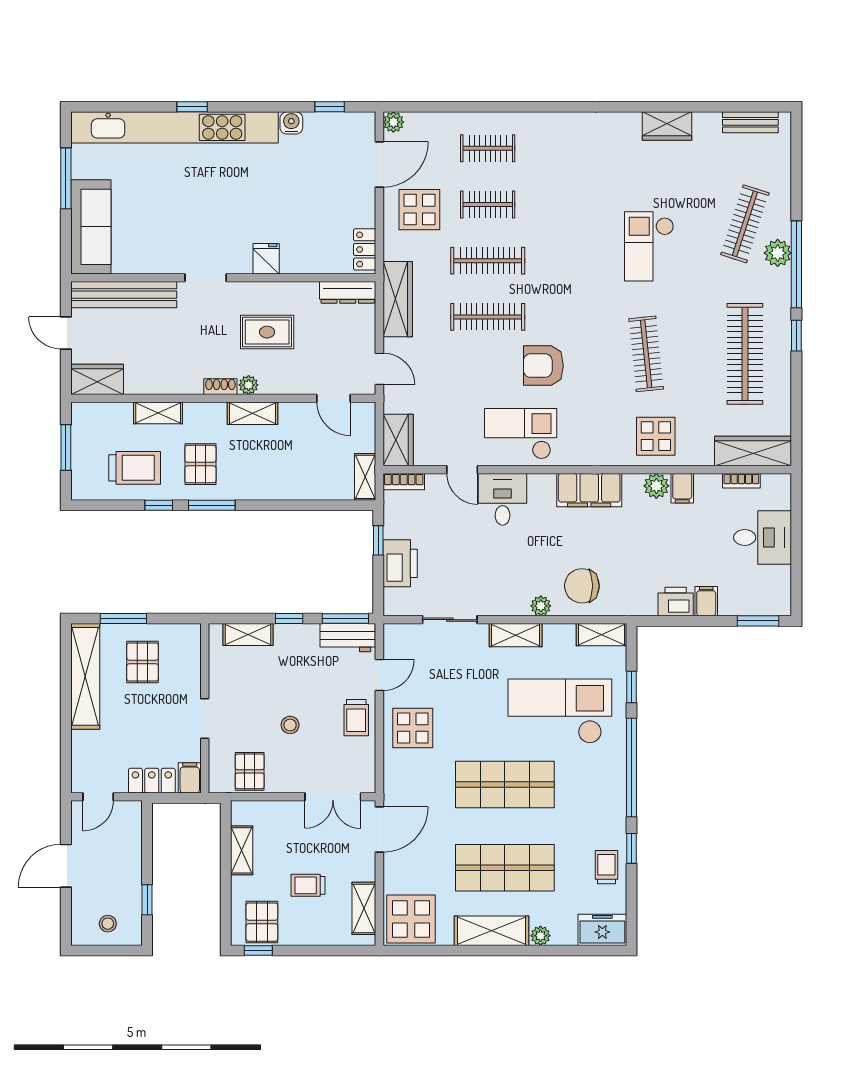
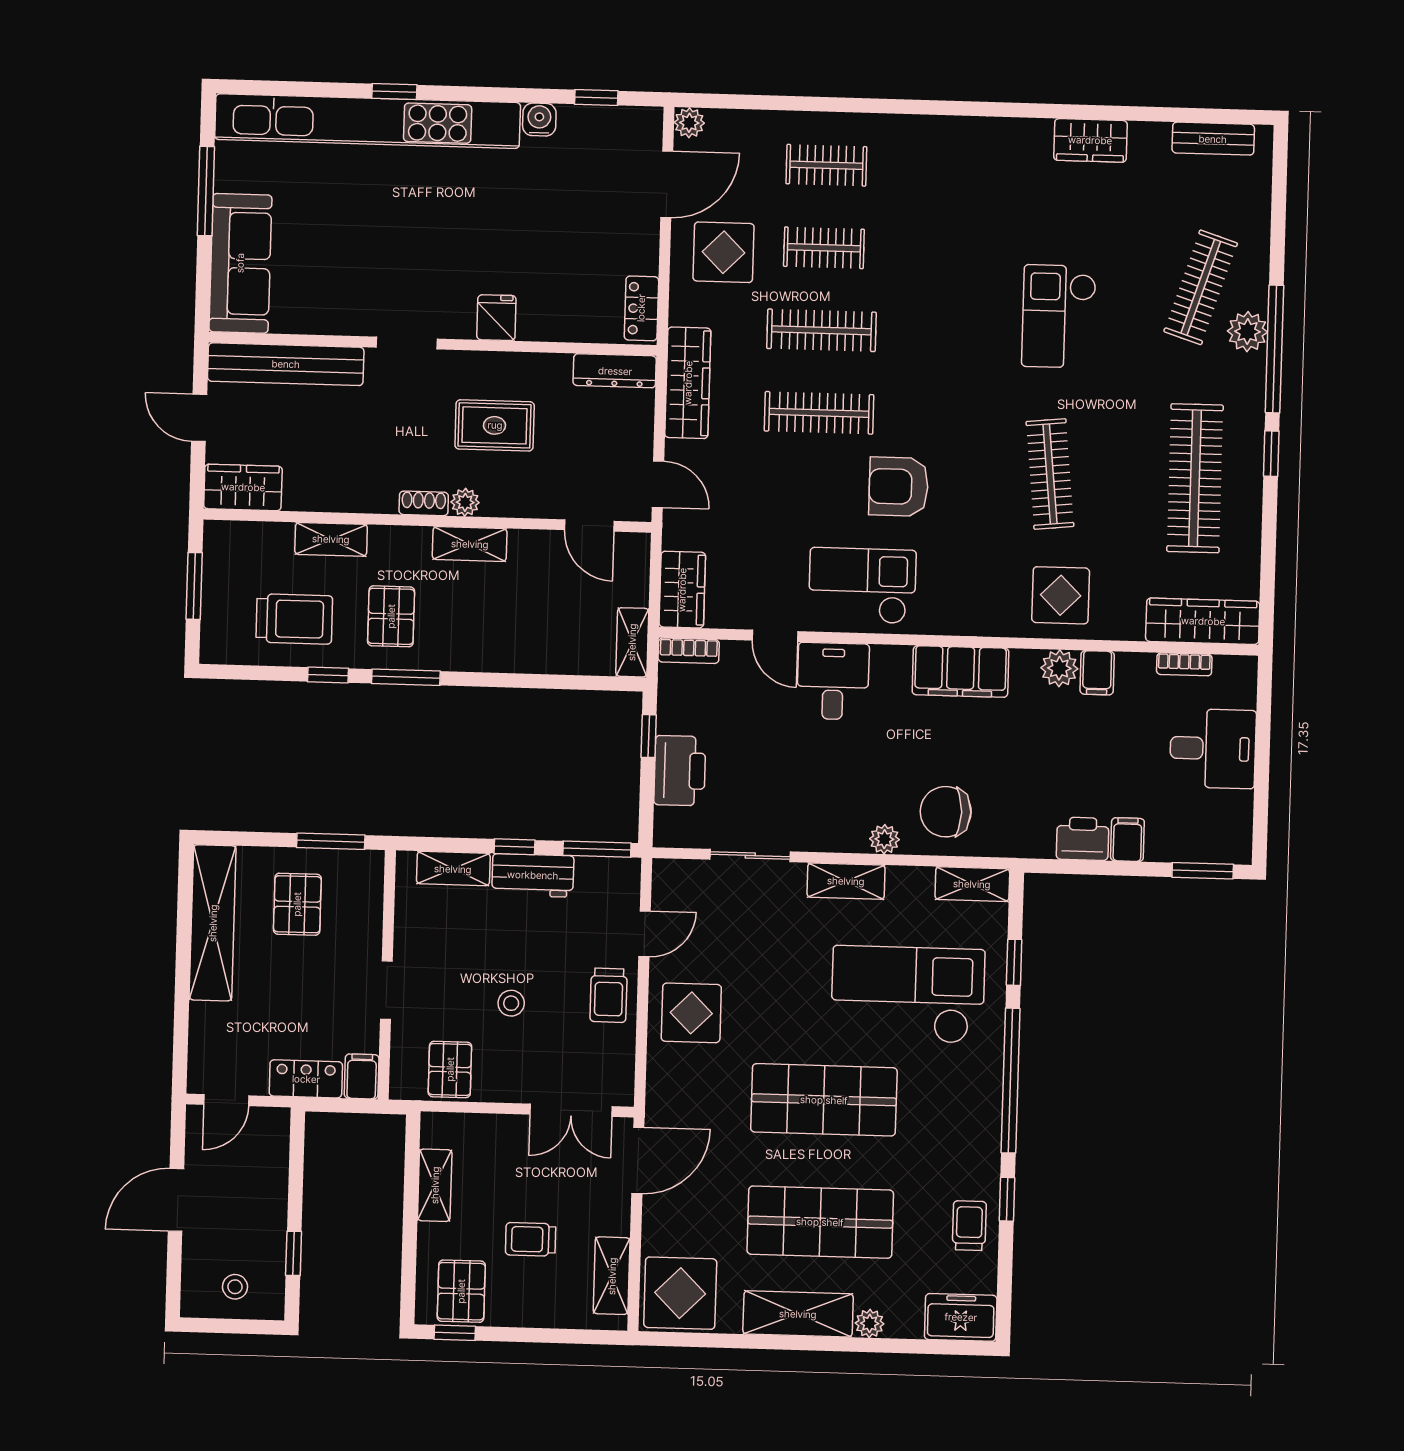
window: (123, 618) -> (331, 841), moved
workbench: (348, 638) -> (533, 875), moved

